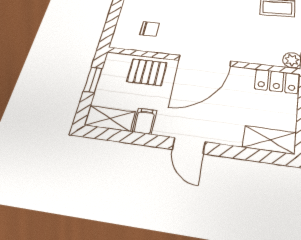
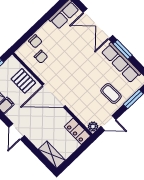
chair: (128, 18) -> (35, 41), added

